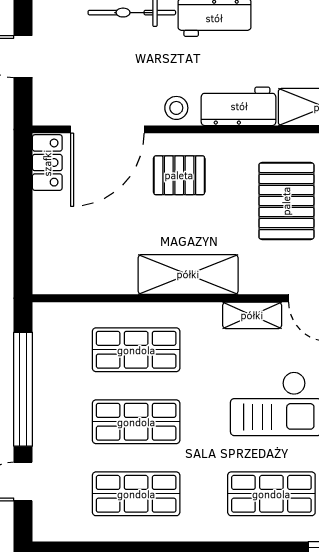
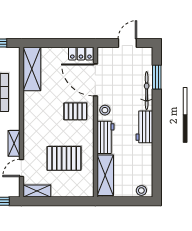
pallet: (179, 175) -> (75, 111), turned 90
shelving: (188, 274) -> (32, 69), moved

